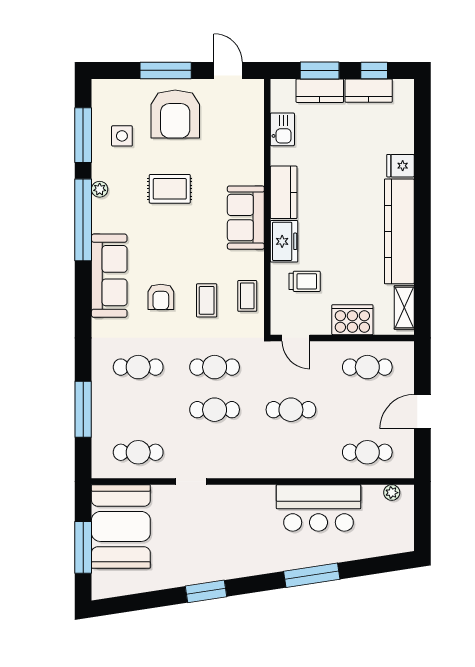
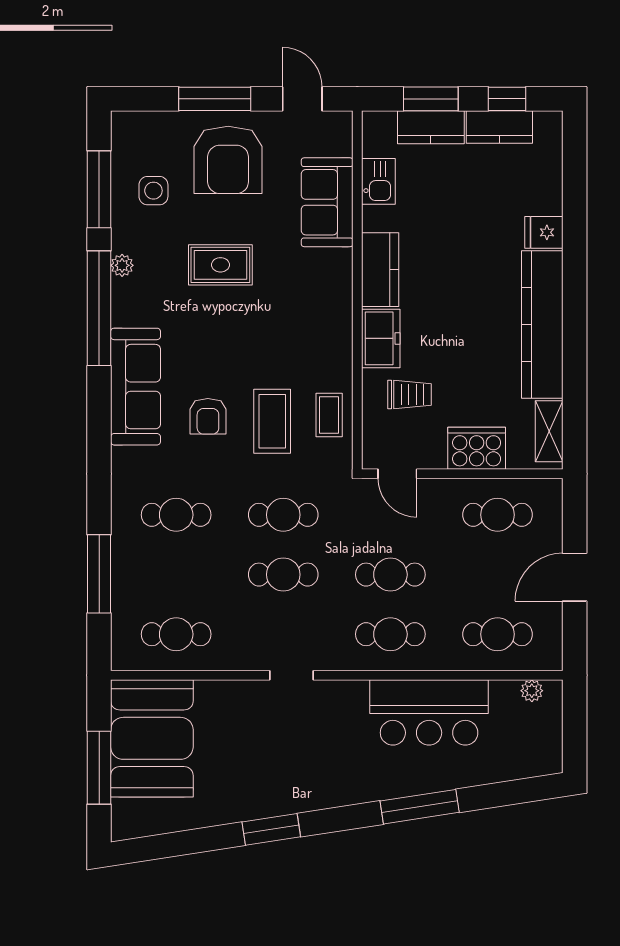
sofa: (246, 218) -> (327, 202), moved
coffee table: (207, 300) -> (272, 421), width x1.36, depth x1.30
cafe table: (291, 452) -> (390, 634), added
doorway: (191, 481) -> (291, 675), moved

